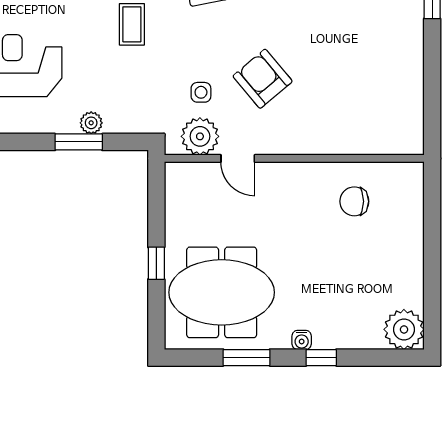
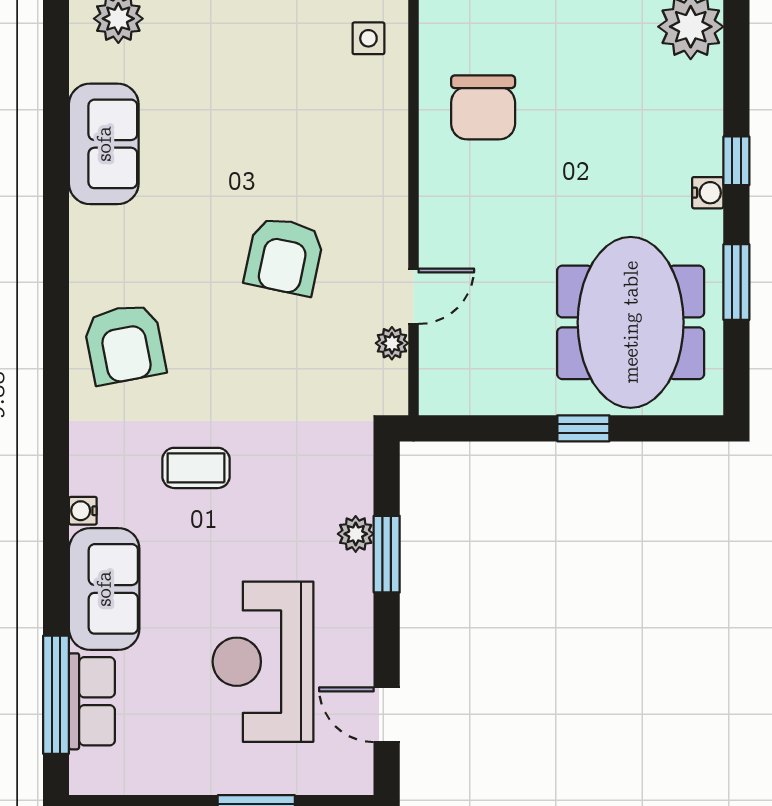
armchair: (263, 79) -> (284, 256), turned -38
side table: (201, 92) -> (368, 38), moved
plant: (200, 136) -> (392, 343), width x0.53, depth x0.53
chair: (354, 201) -> (483, 107), width x1.37, depth x1.37

